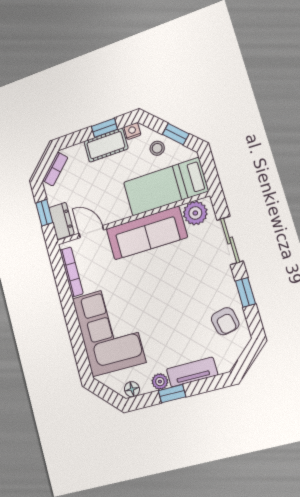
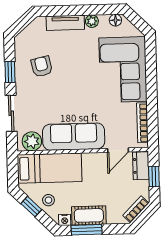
window: (104, 128) -> (87, 230), width x1.50
door: (91, 232) -> (118, 150), hinge flipped
armchair: (225, 321) -> (42, 67), moved
window: (172, 394) -> (85, 10), removed

